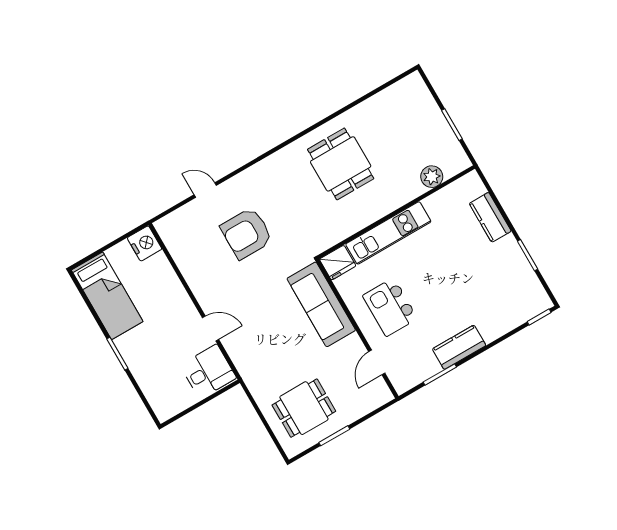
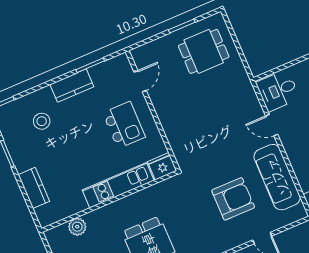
stool: (491, 299) -> (42, 121), added
sofa: (321, 304) -> (277, 177), moved, turned 180

